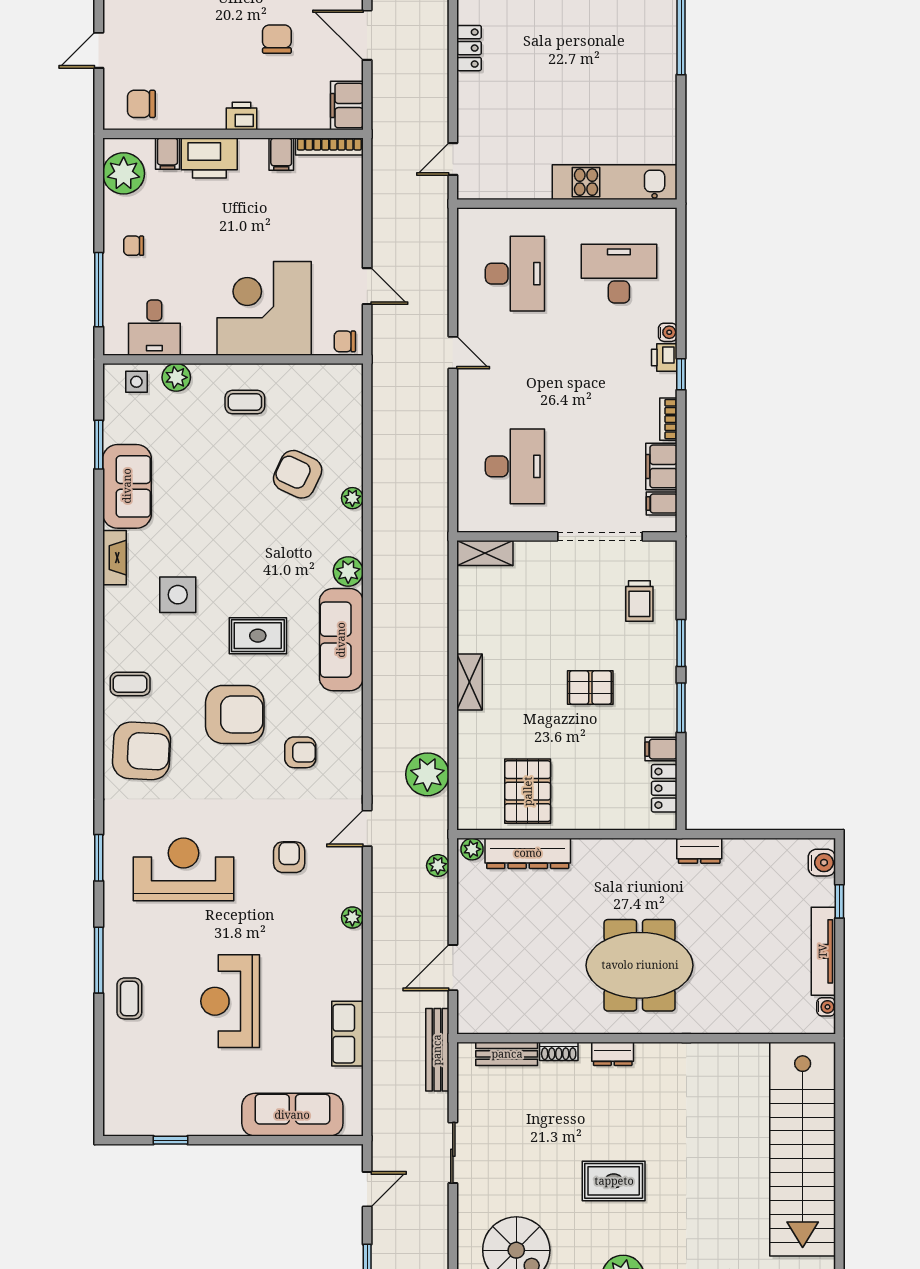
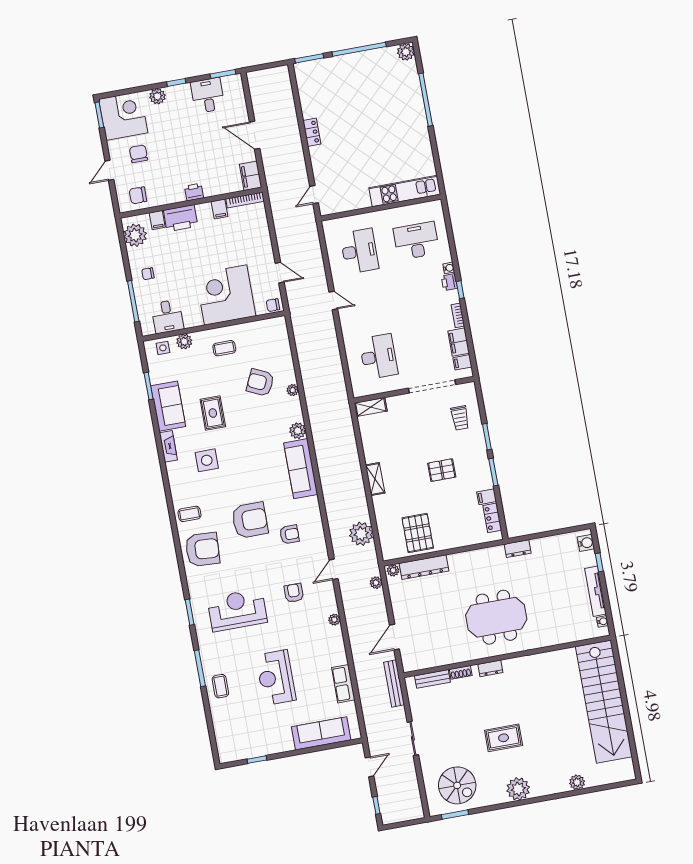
chair: (277, 39) -> (138, 154), moved
rug: (258, 636) -> (213, 413), moved, turned 90

